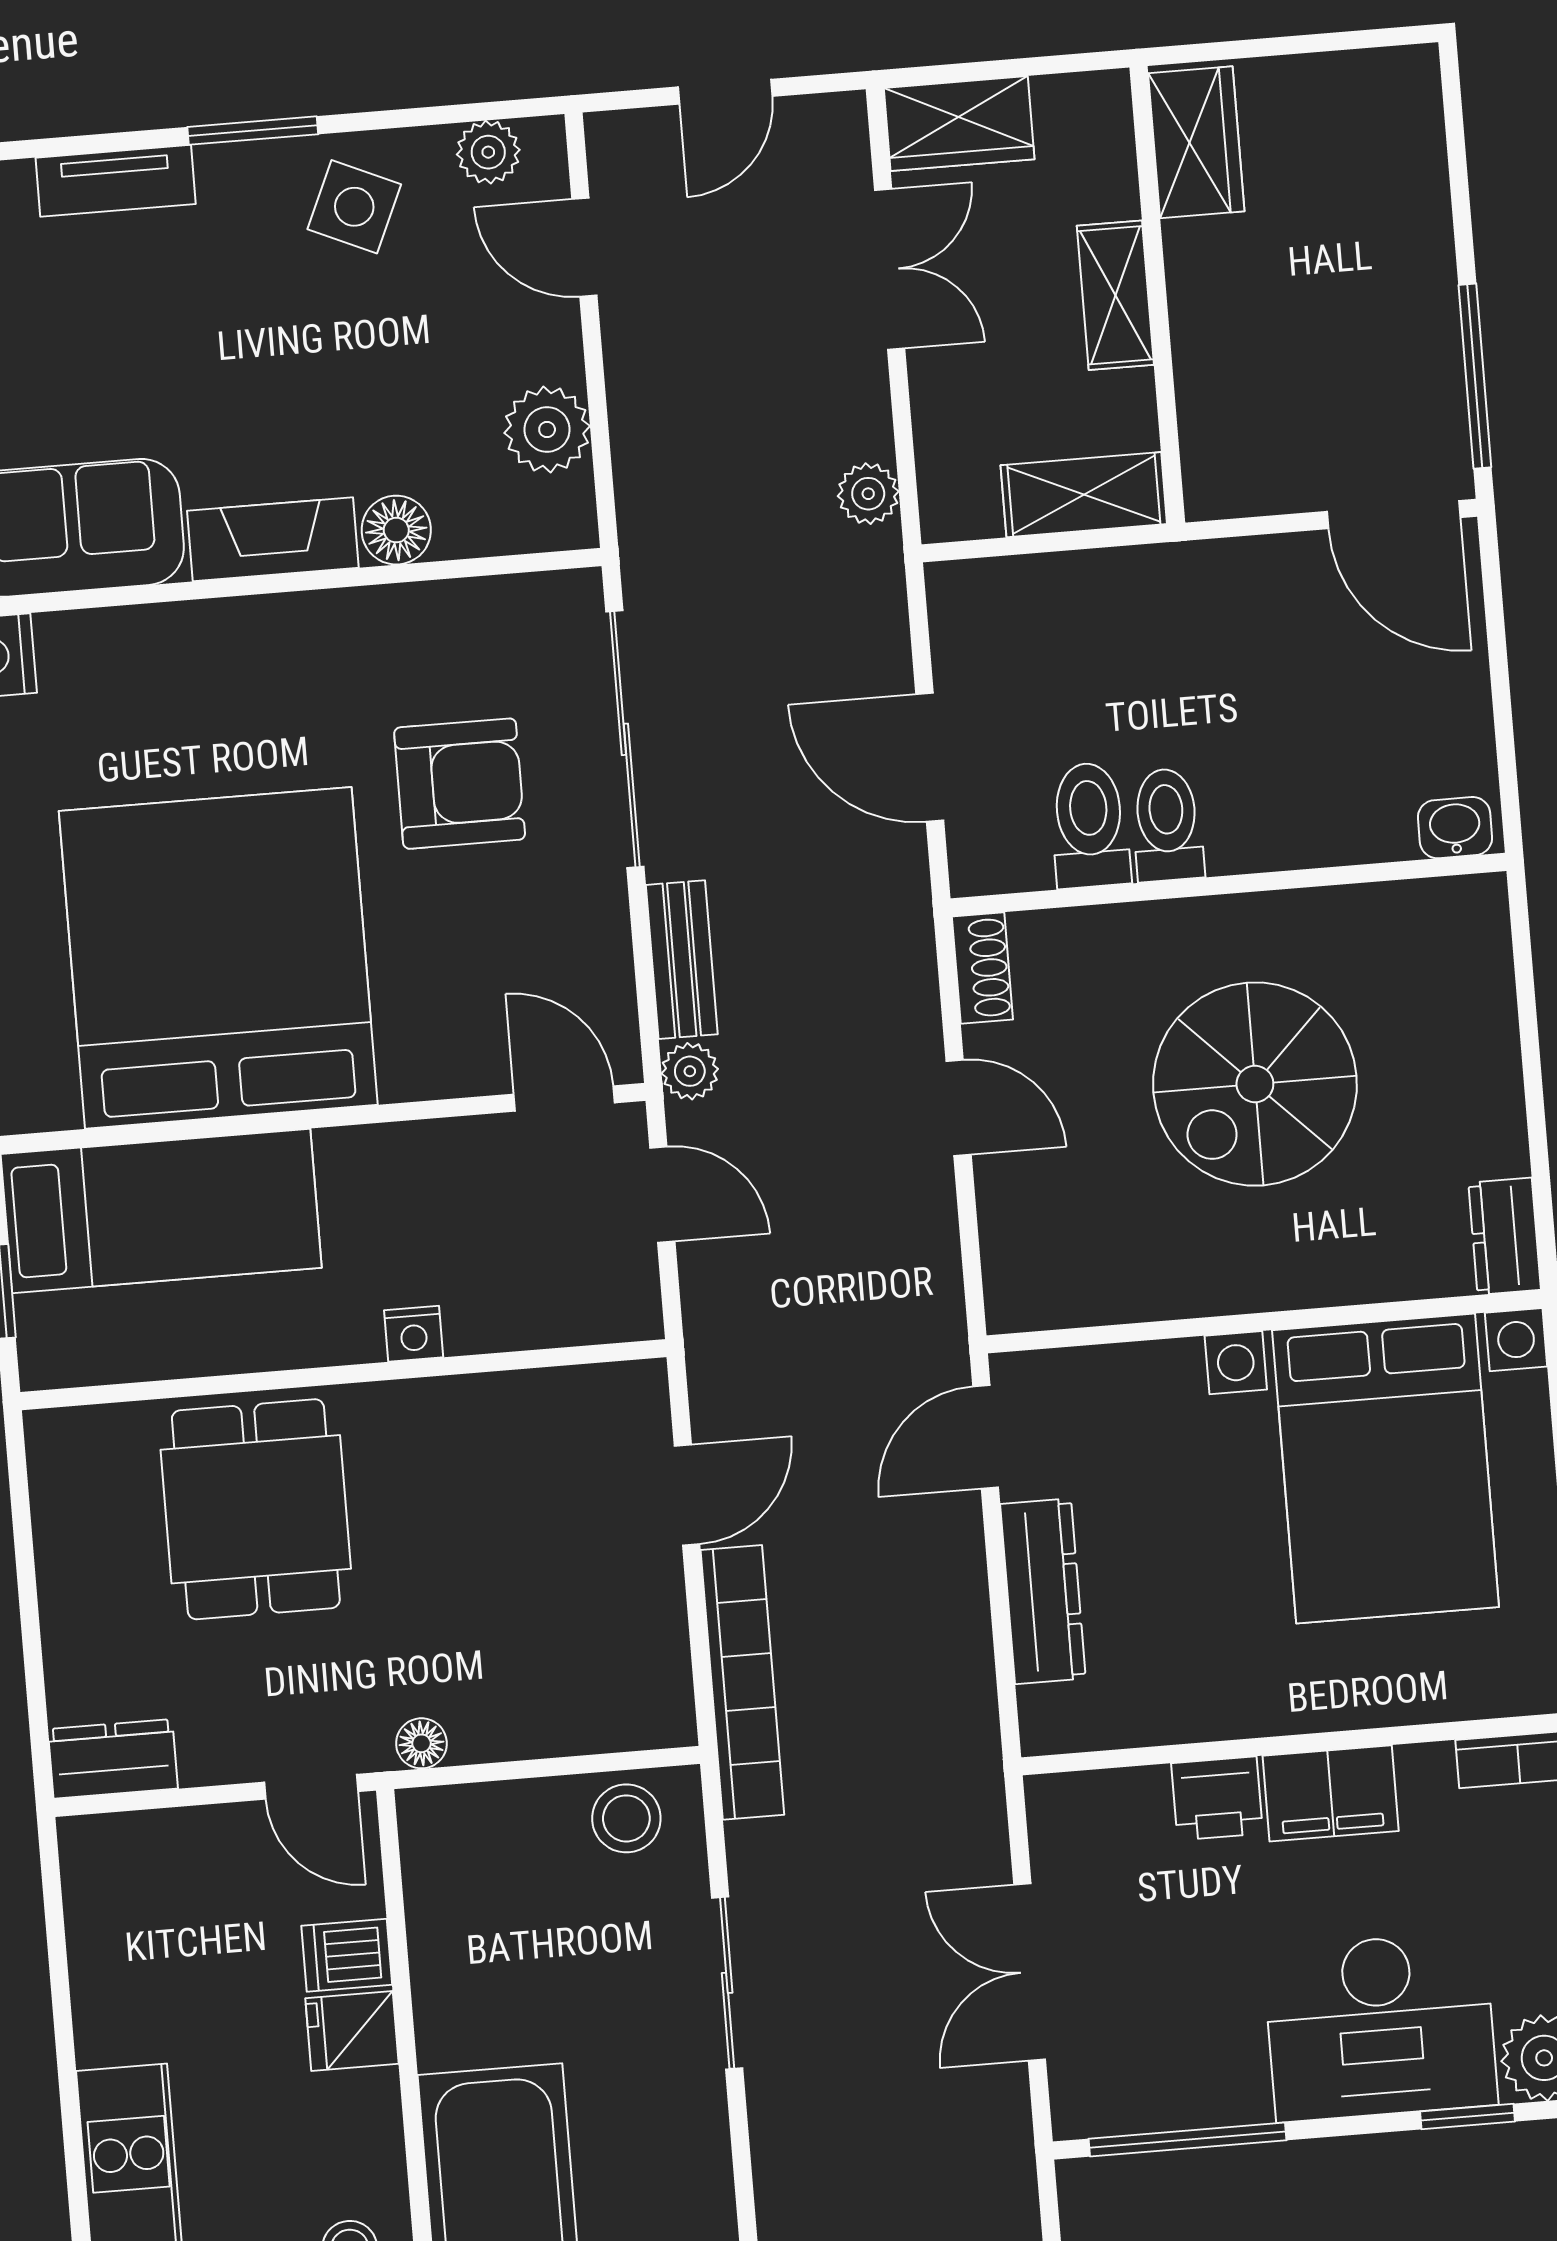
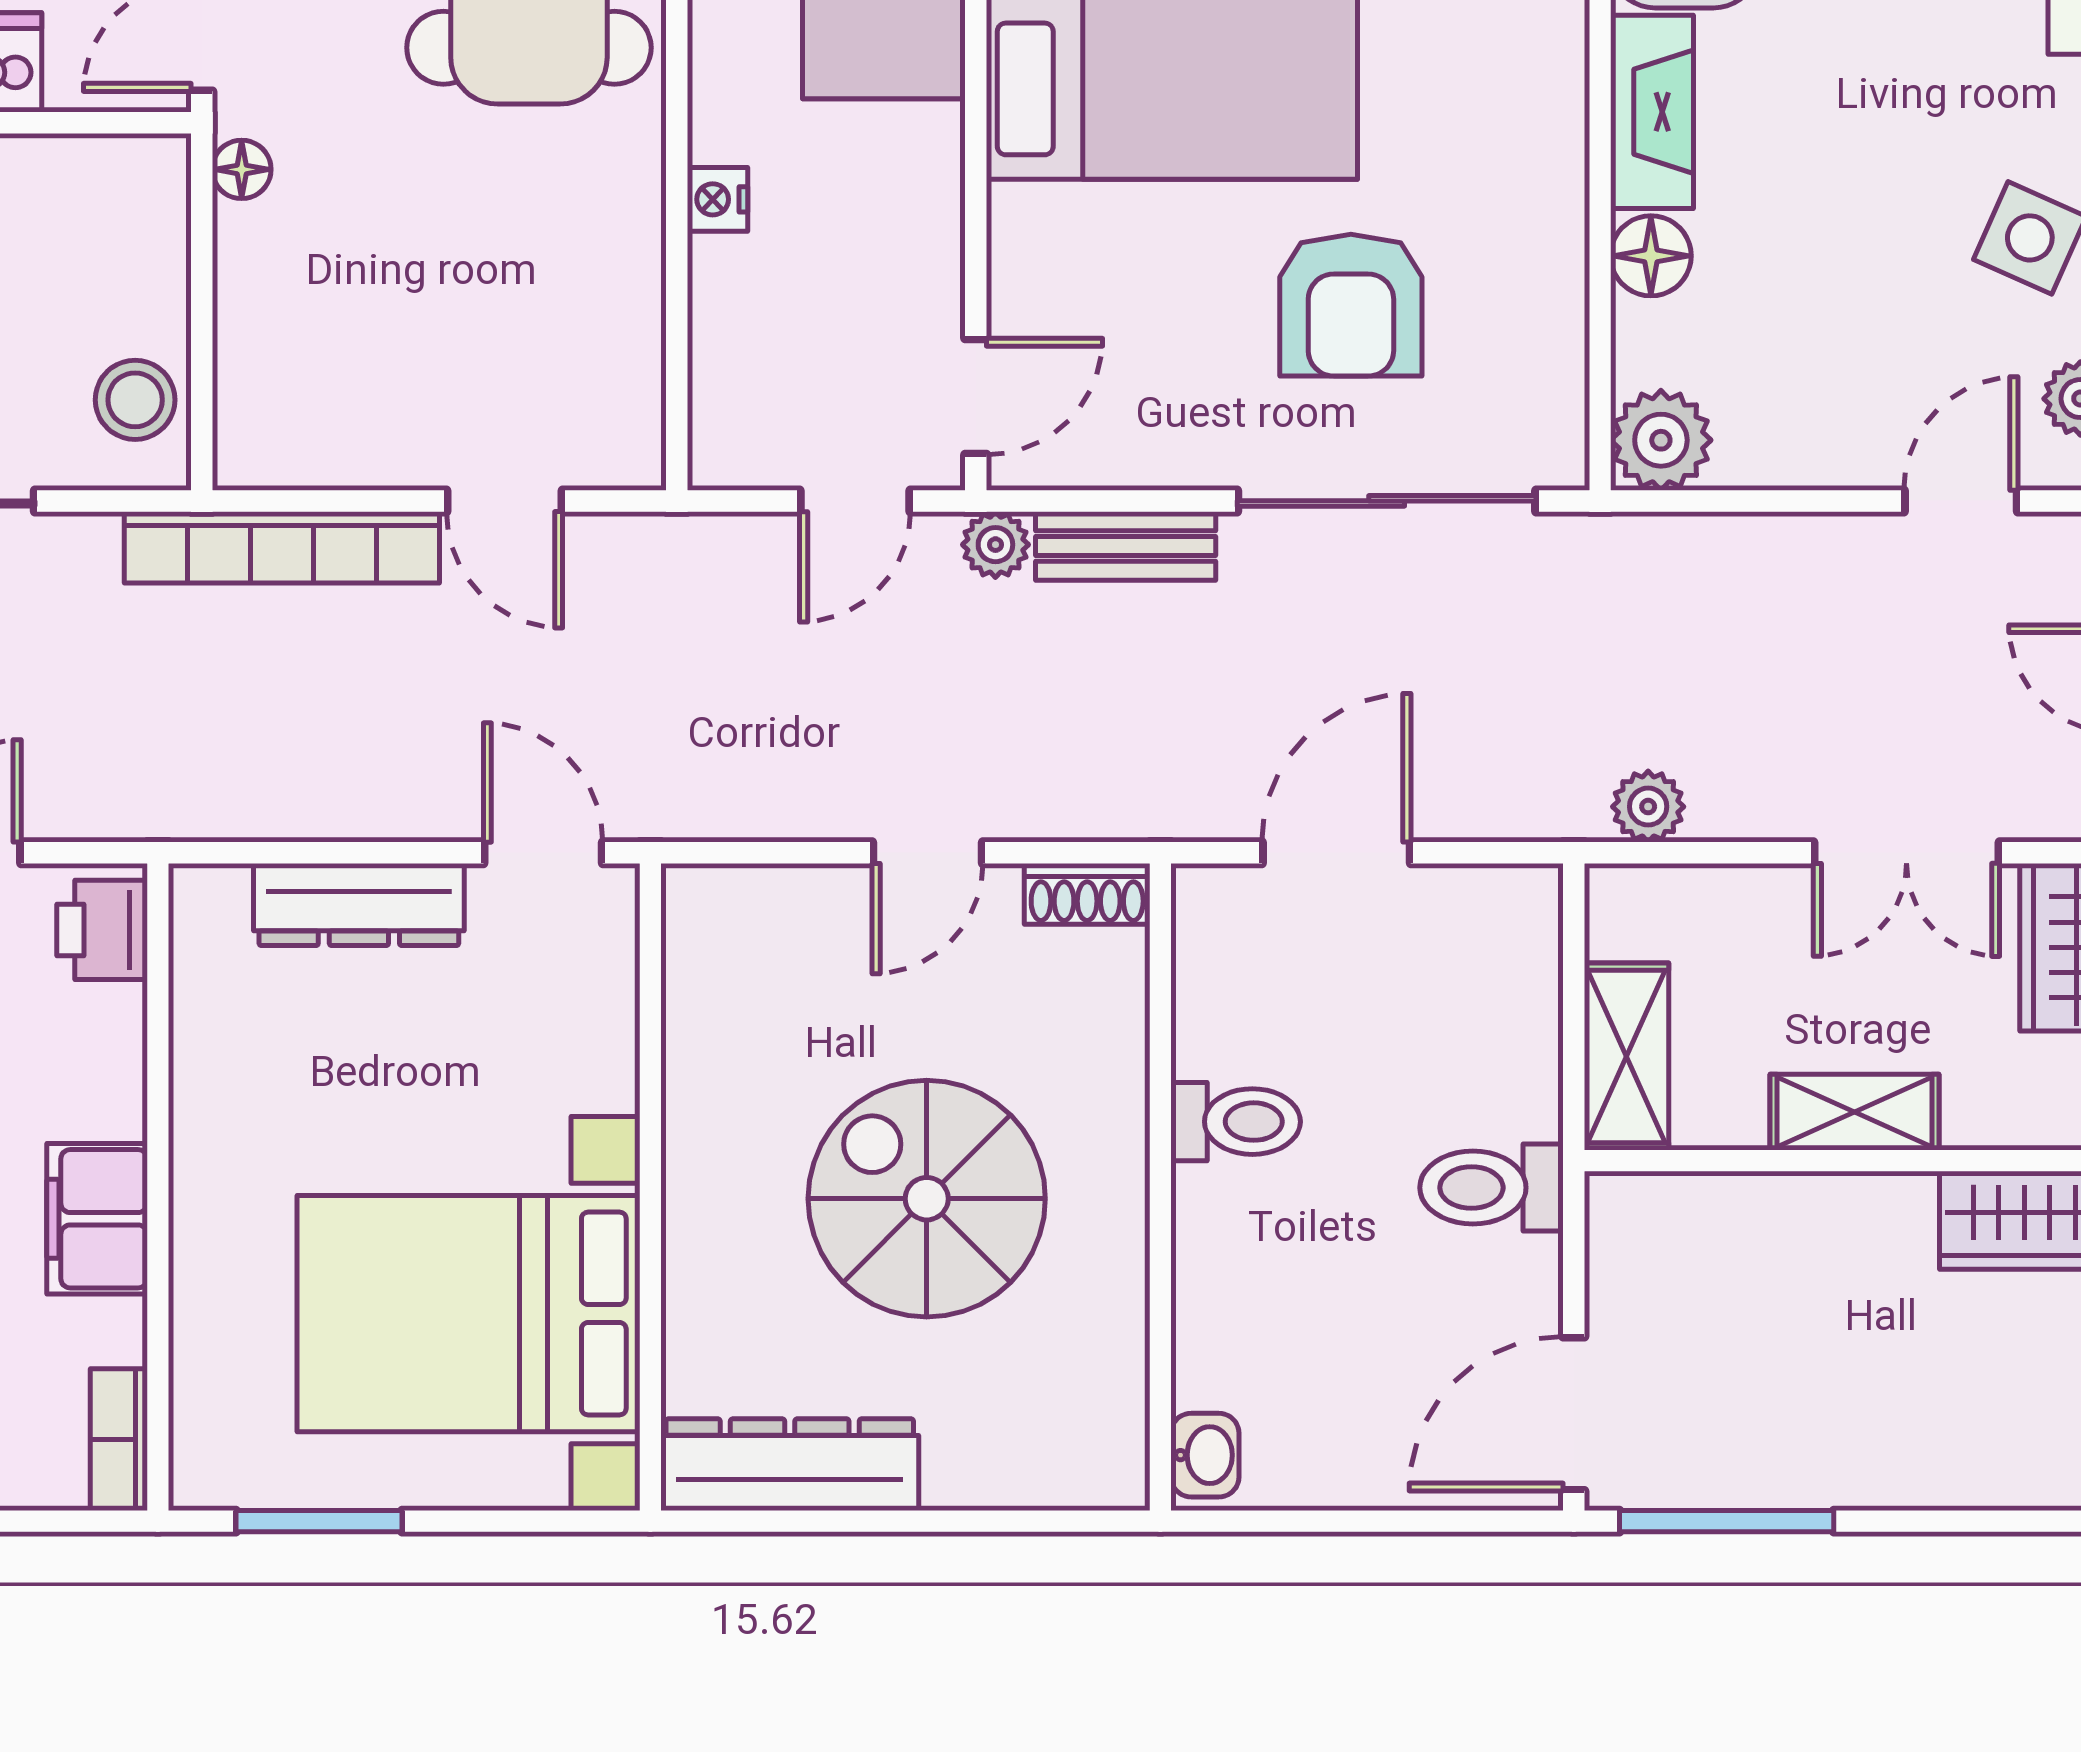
plant: (547, 430) -> (1661, 440), moved
toilet: (1090, 825) -> (1492, 1188), moved, turned 180
dresser: (1505, 1236) -> (790, 1465), width x1.96, depth x1.24
printer: (1217, 1798) -> (102, 930), moved

